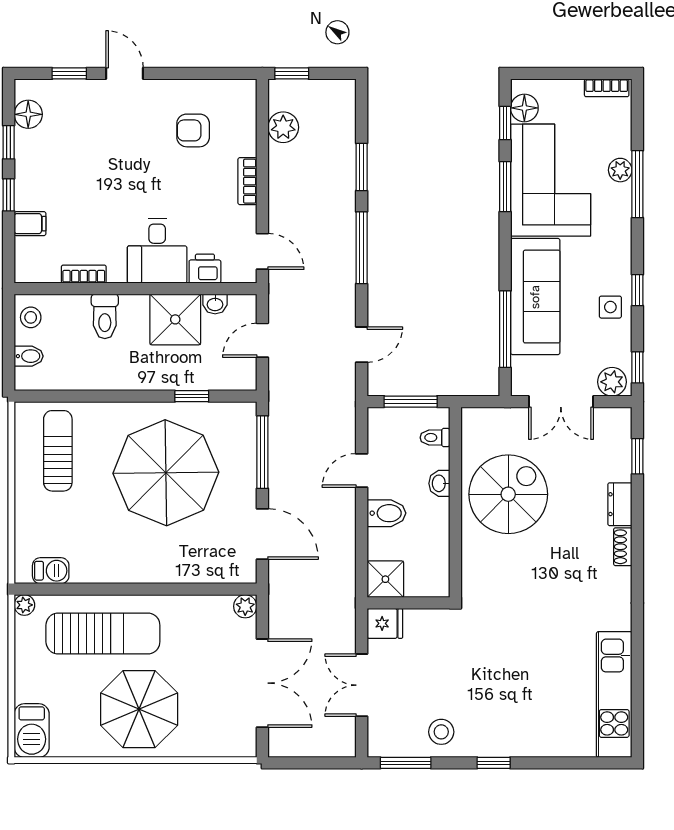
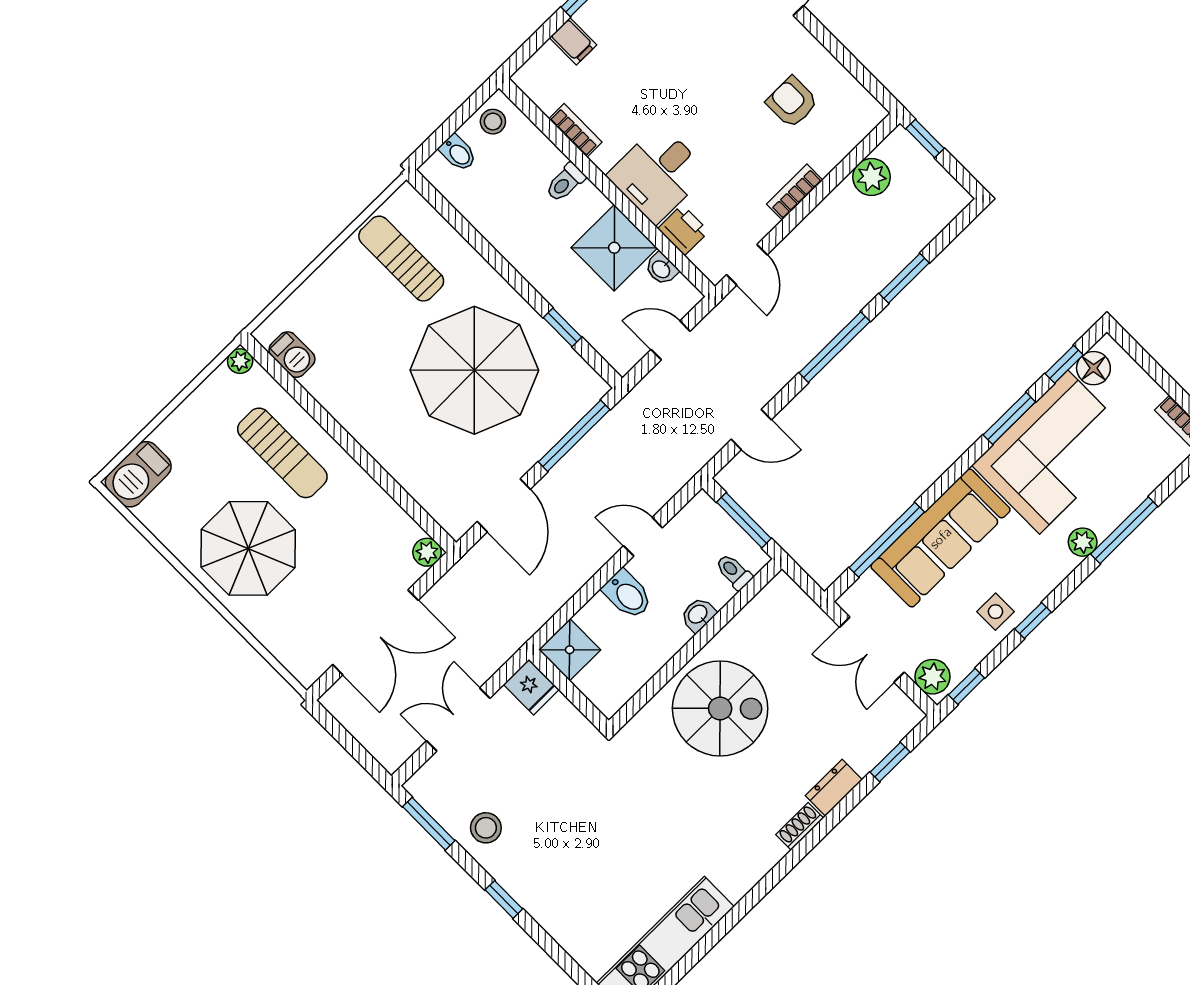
plant: (620, 170) -> (1083, 542), moved
toilet: (105, 316) -> (565, 182), width x0.73, depth x0.72
sun lounger: (58, 451) -> (401, 259), turned -90
spiral stairs: (508, 494) -> (720, 708), moved
sun lounger: (103, 633) -> (282, 453), width x0.73, depth x0.75

